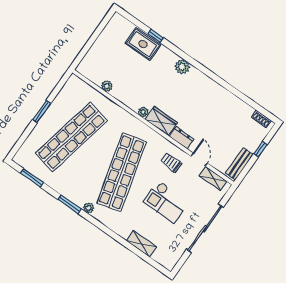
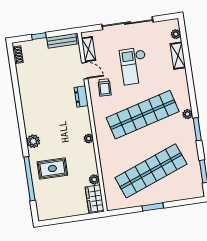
window: (156, 36) -> (29, 179), width x3.17
rug: (143, 44) -> (52, 168), moved, turned 90
wardrobe: (161, 121) -> (95, 199), moved
shop shelf: (71, 137) -> (151, 171), turned -33
door: (199, 160) -> (85, 71), swing flipped
checkout: (166, 202) -> (134, 66), turned 180
plant: (160, 258) -> (176, 34), added

